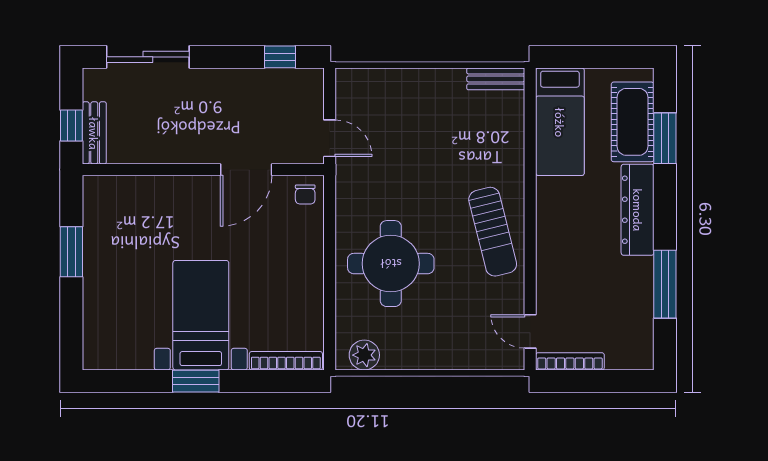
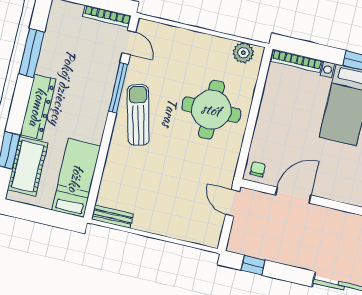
window: (530, 264) -> (118, 88), added

